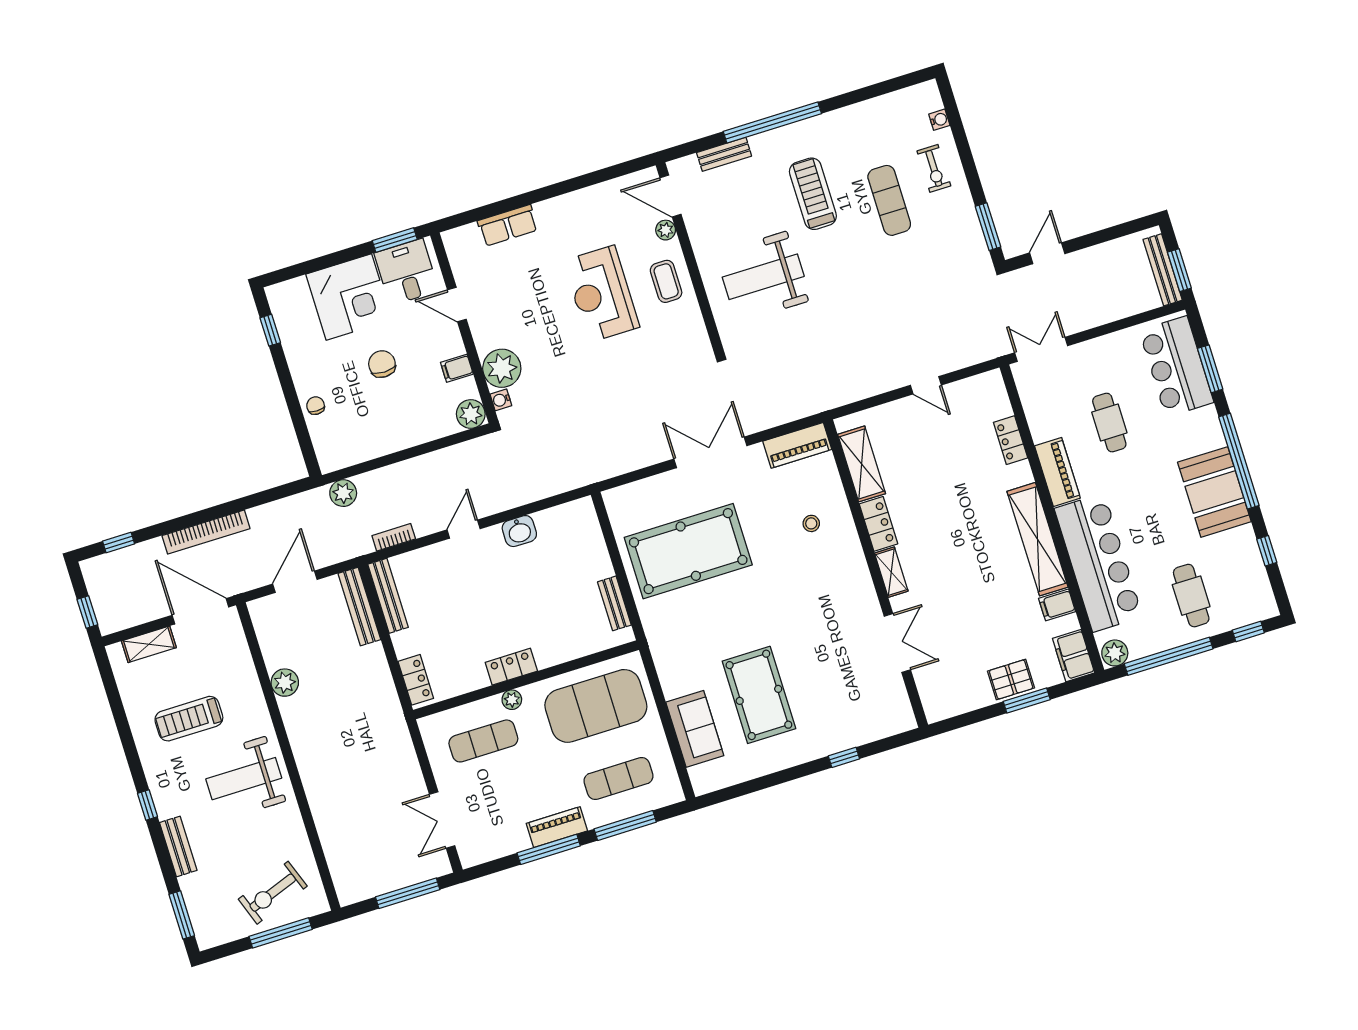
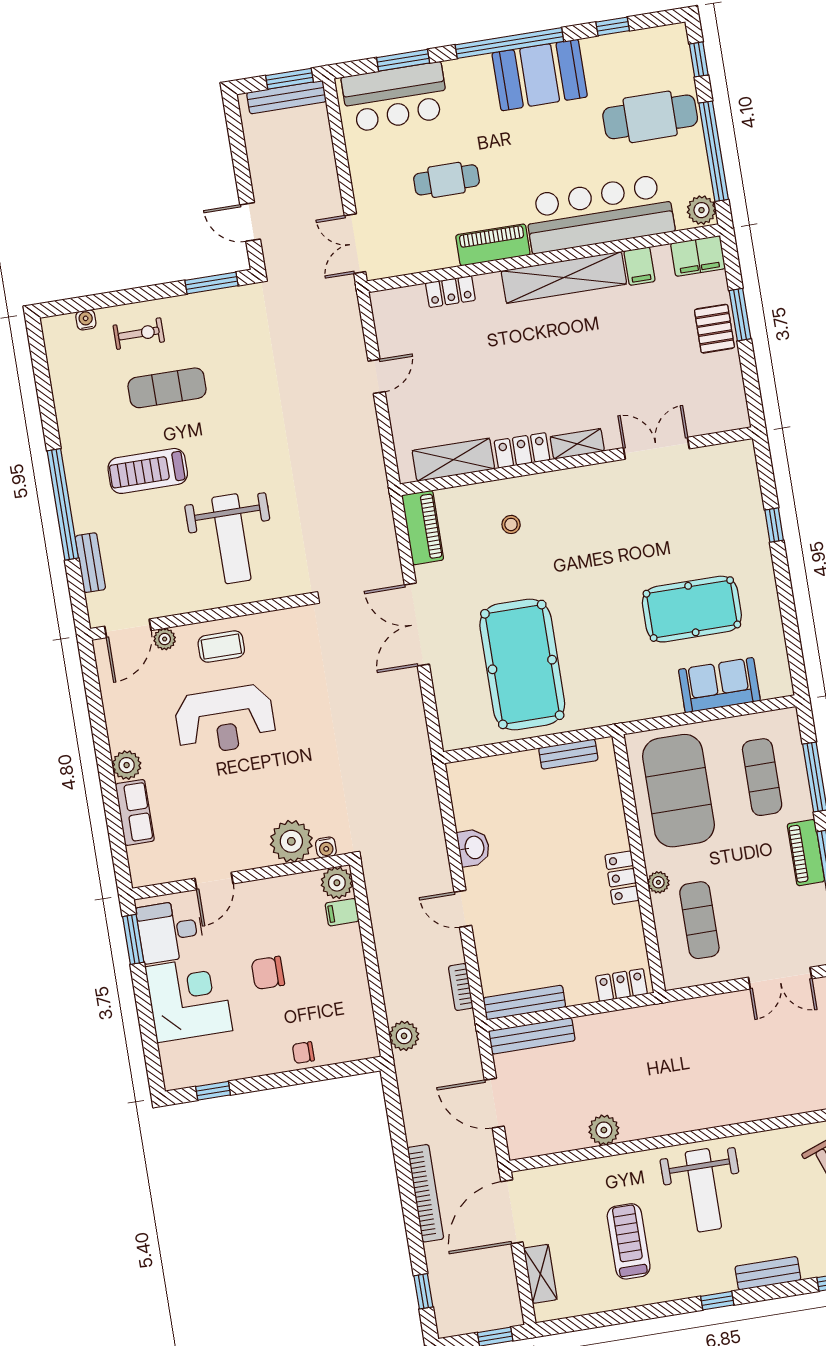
plant: (549, 212) -> (127, 765), added
filing cabinet: (457, 368) -> (342, 912), moved, turned 90
cafe table: (1191, 596) -> (650, 117), width x1.37, depth x1.35
treadmill: (189, 719) -> (629, 1241), turned 180

